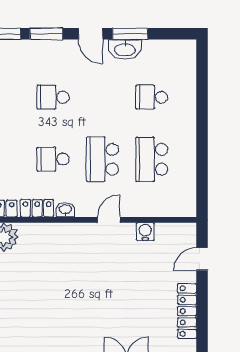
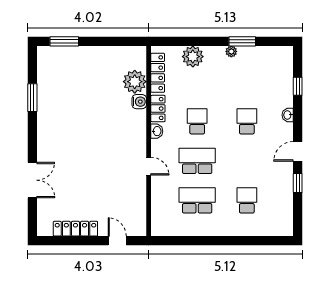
window: (46, 34) -> (298, 116), removed
window: (130, 34) -> (298, 183), width x0.67
washbasin: (125, 49) -> (288, 115), moved, width x0.52, depth x0.69
water cooler: (145, 232) -> (139, 102), moved

